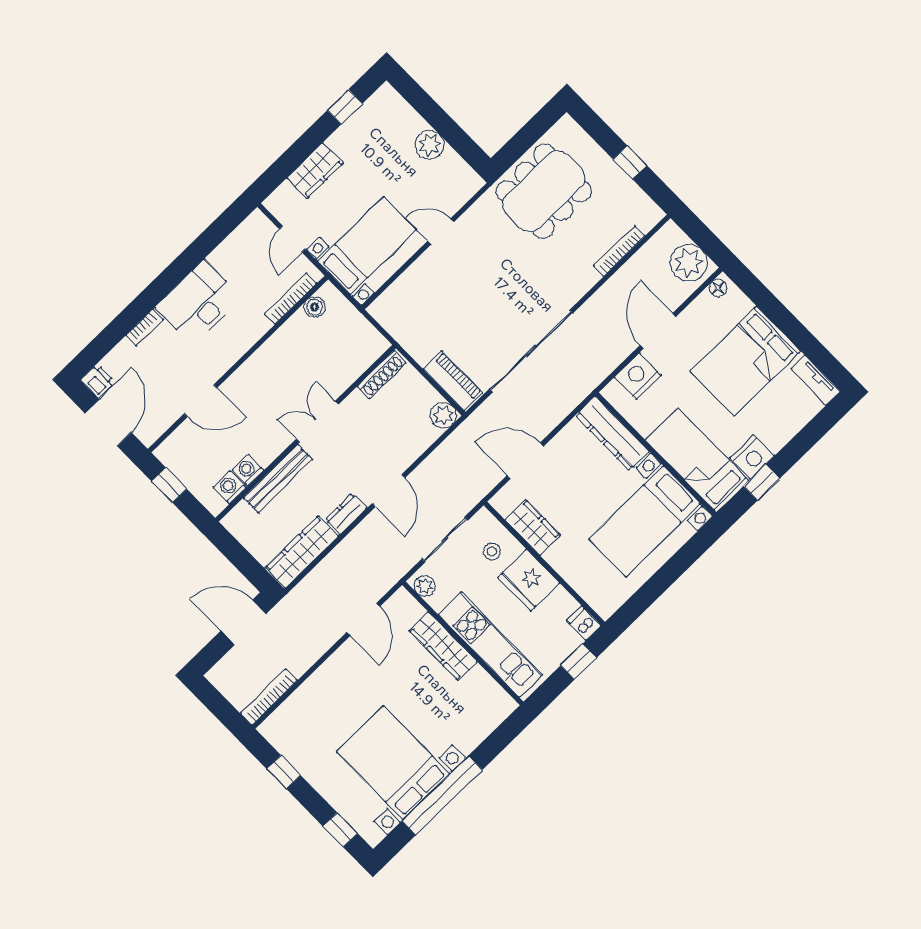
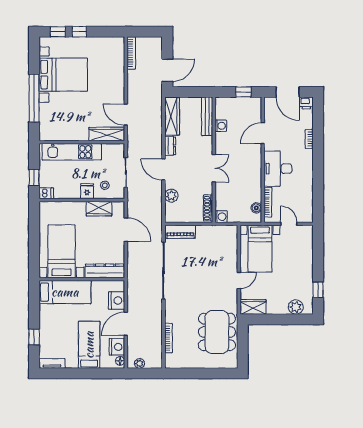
plant: (430, 145) -> (296, 307), moved
window: (630, 162) -> (197, 373), removed
wardrobe: (315, 171) -> (253, 307), moved, turned 90
plant: (689, 263) -> (140, 363), width x0.53, depth x0.53
desk: (198, 303) -> (278, 169), moved, turned 180
door: (658, 331) -> (126, 324), swing flipped
bed: (745, 361) -> (89, 345), width x0.67
plant: (443, 415) -> (171, 196), moved
nightstand: (752, 457) -> (117, 347), moved, turned 180
door: (525, 461) -> (126, 230), hinge flipped
bench: (278, 479) -> (207, 116), moved
window: (762, 482) -> (34, 337), moved
washing machine: (230, 487) -> (221, 217), moved
fridge: (529, 580) -> (87, 191), width x0.53, depth x0.75
plant: (425, 586) -> (116, 149), removed
wardrobe: (443, 646) -> (107, 134), moved
window: (284, 772) -> (79, 32), moved
window: (442, 795) -> (34, 98), moved

